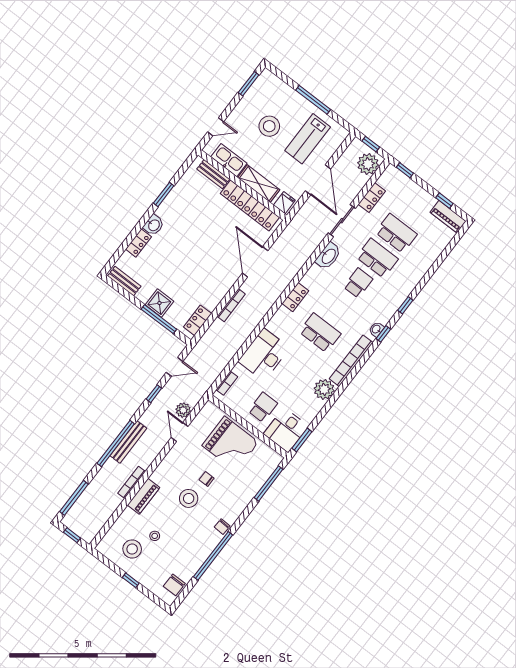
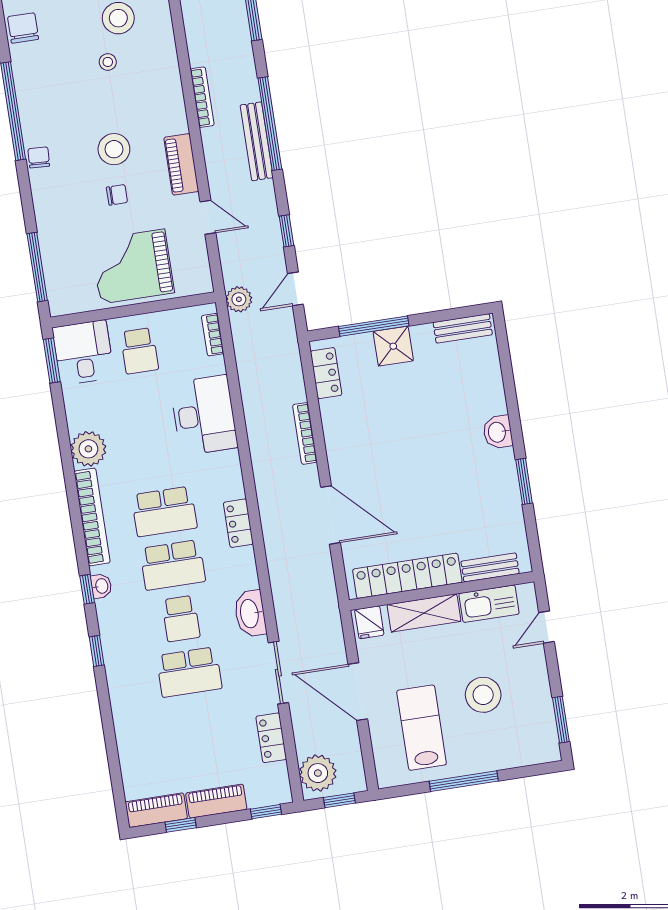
piano: (420, 195) -> (216, 801), added
school desk: (396, 233) -> (173, 565), moved
locker: (138, 243) -> (493, 392), removed
plant: (183, 410) -> (239, 299), moved
piano: (143, 496) -> (181, 164), moved

